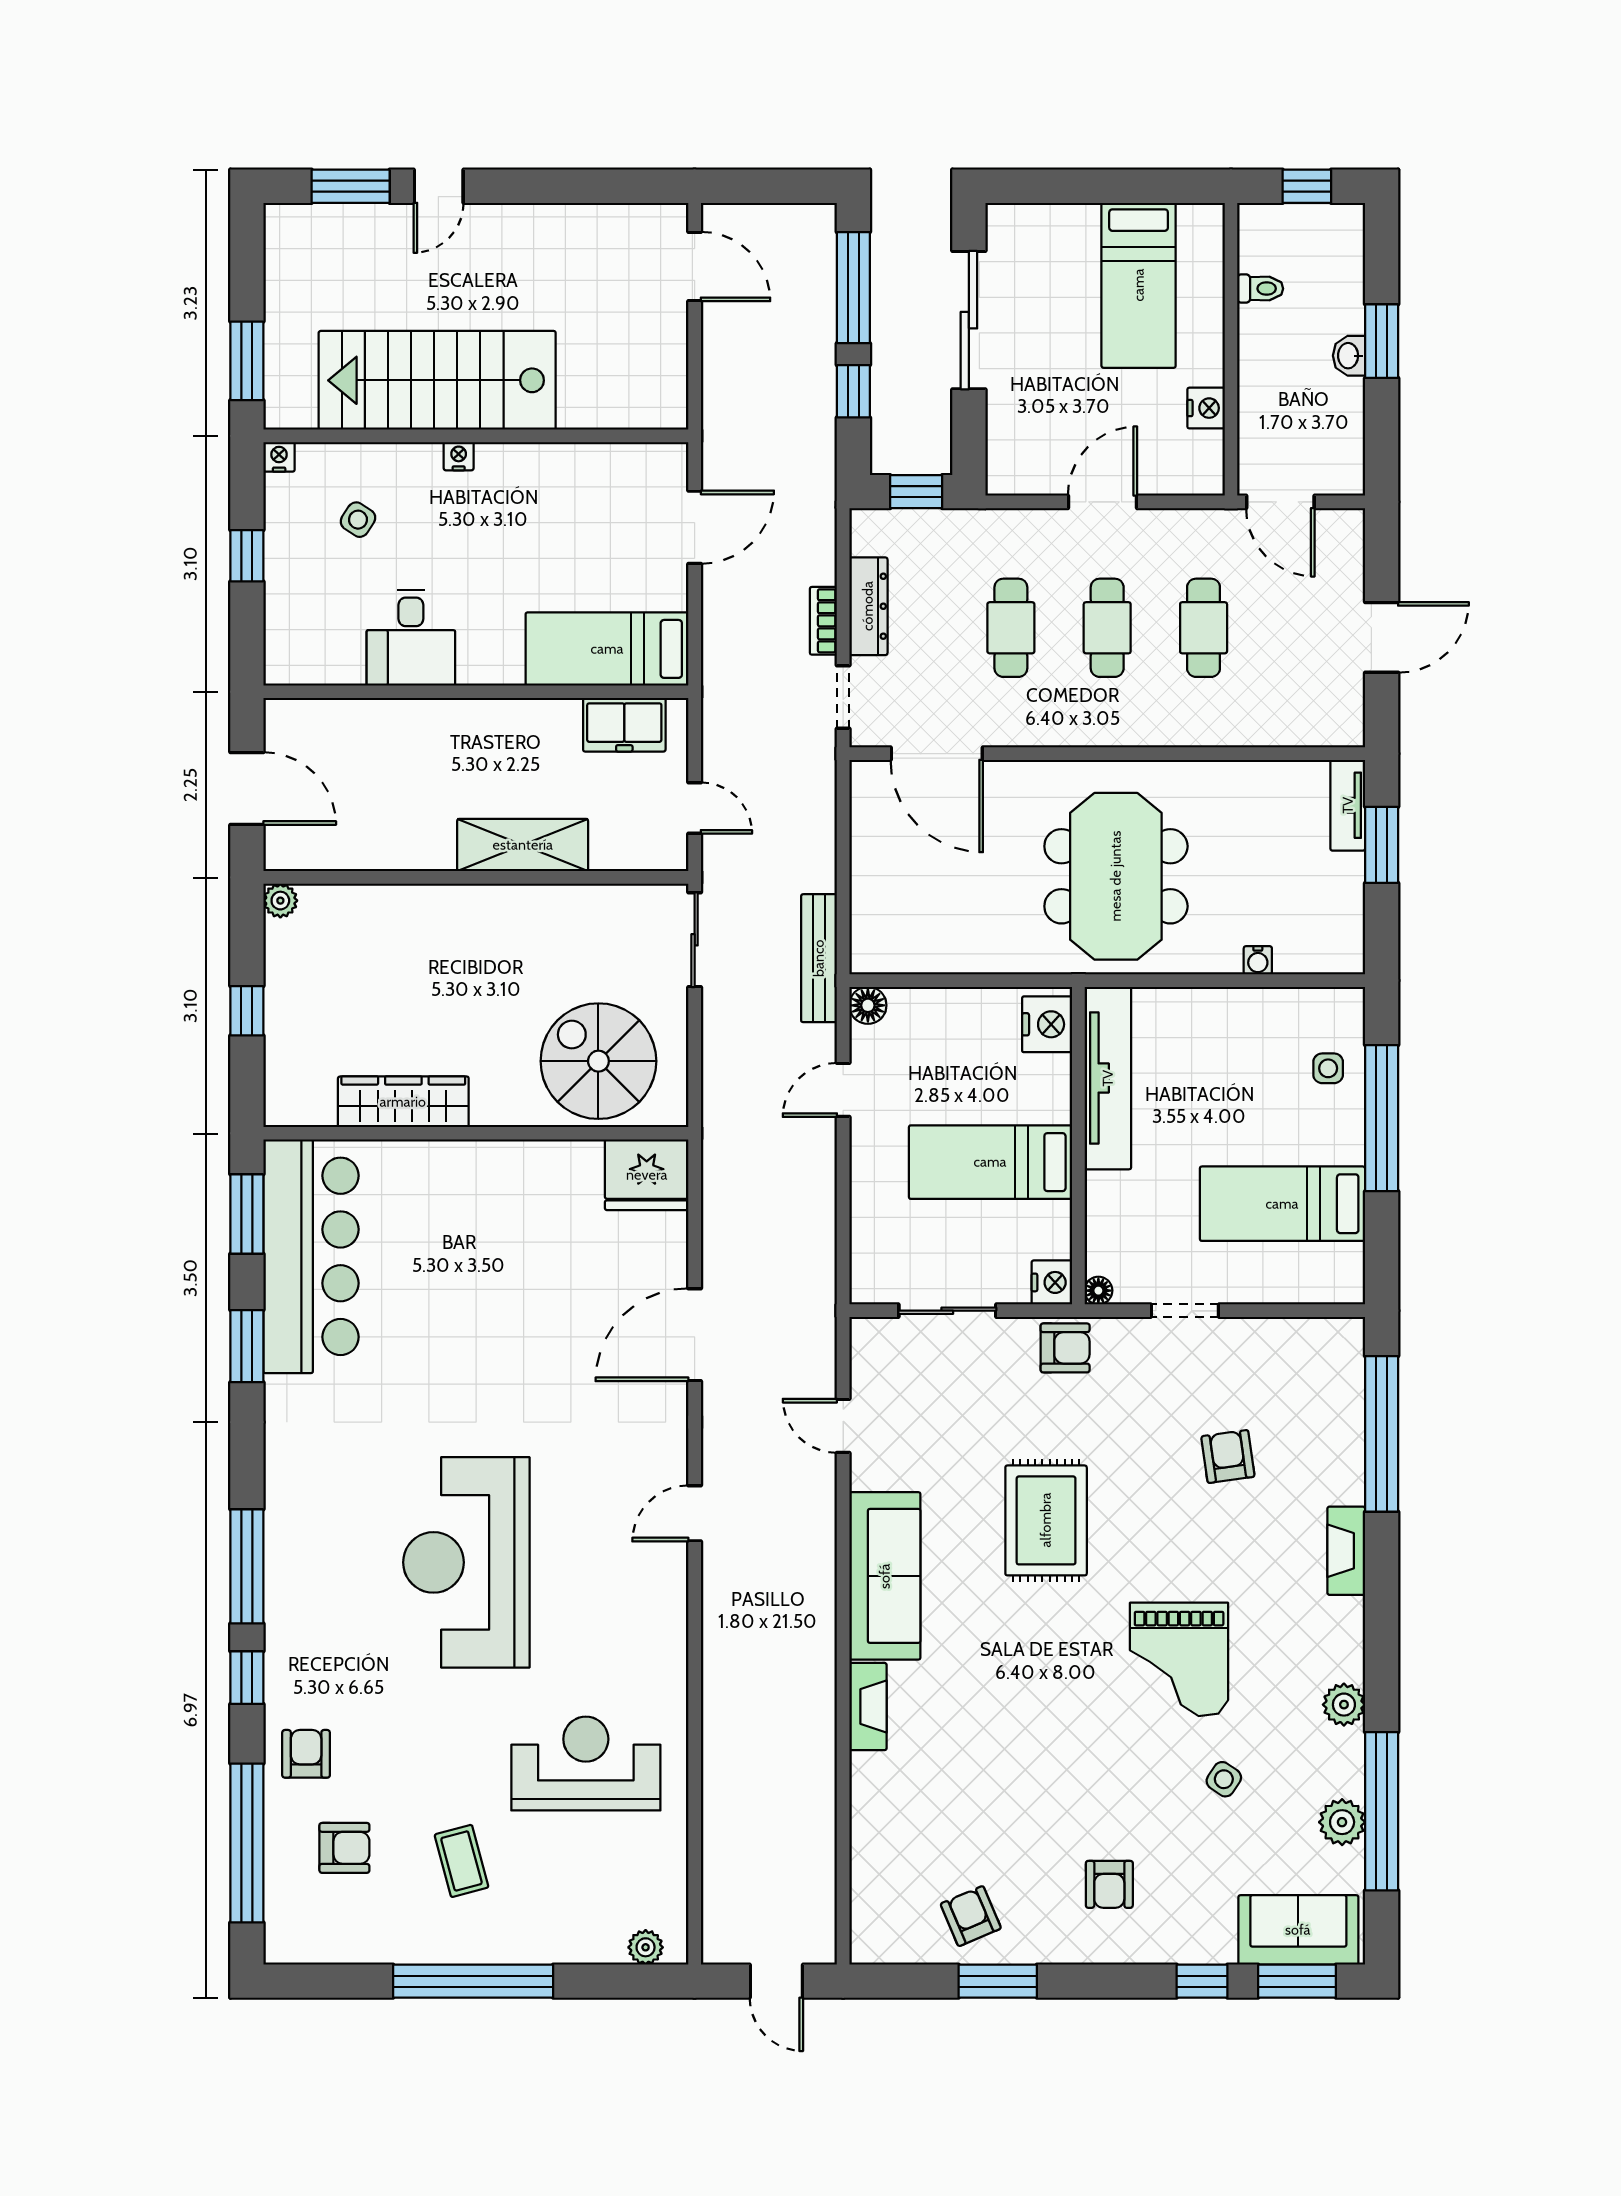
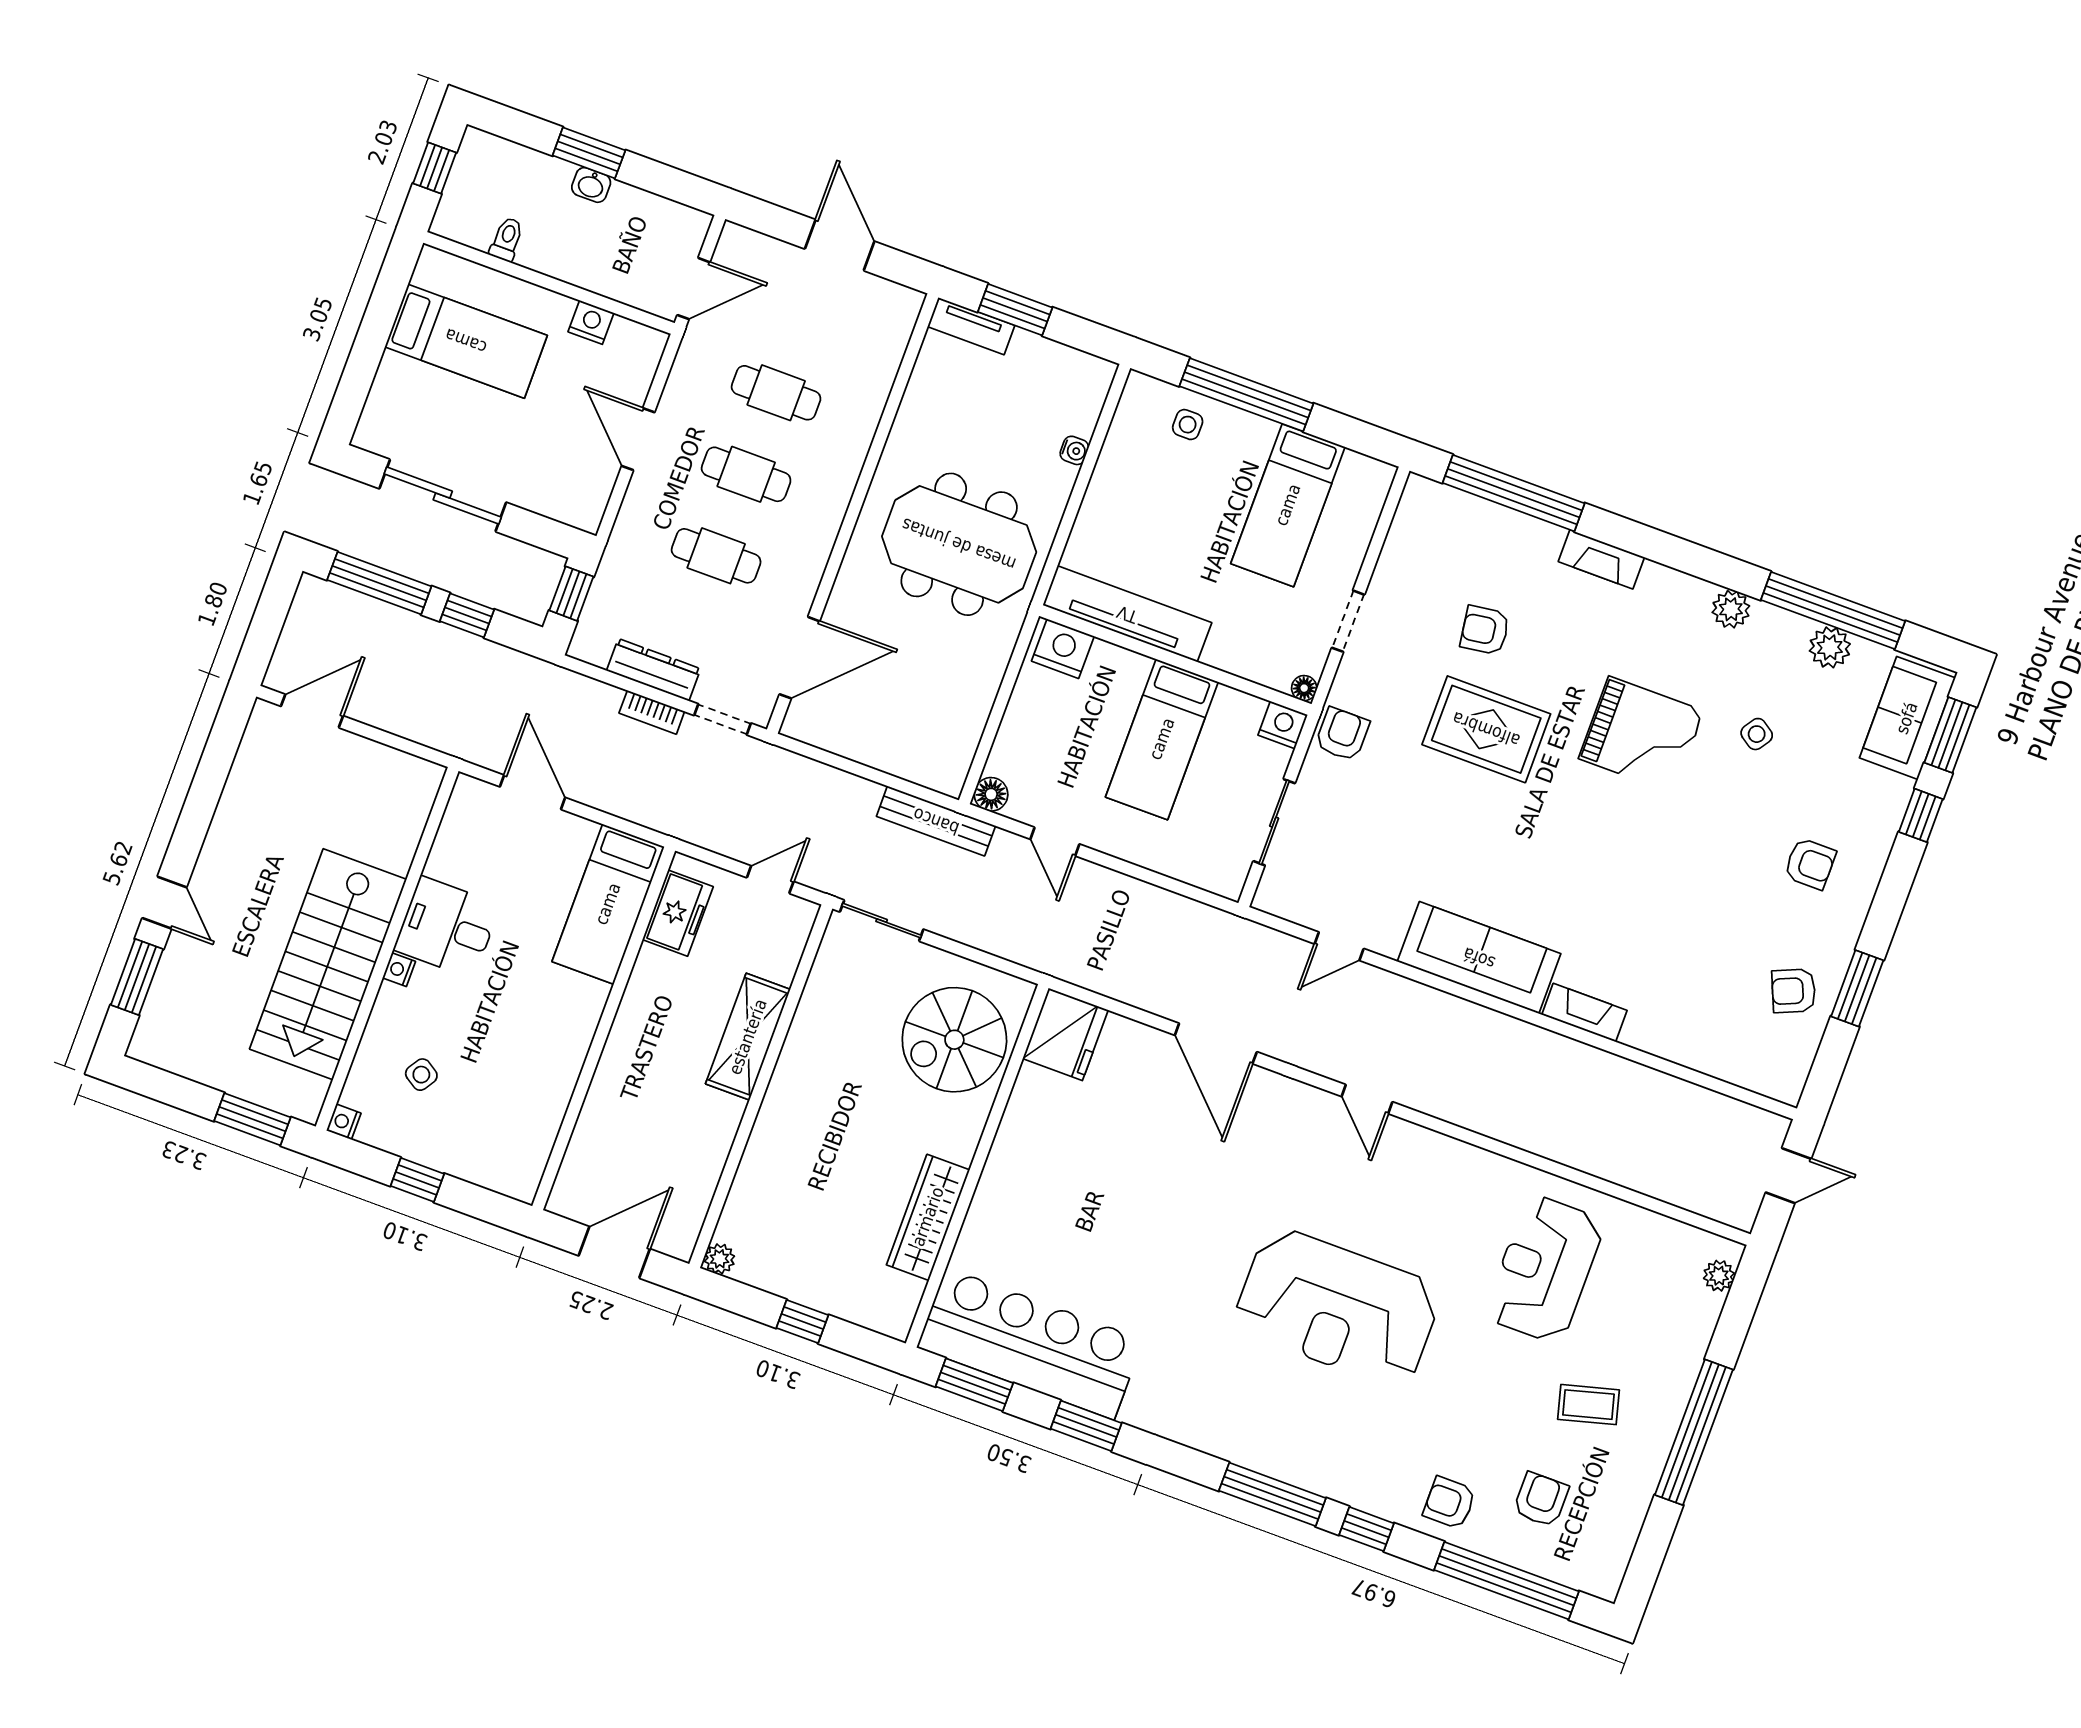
desk: (411, 638) -> (447, 927), moved, turned 180
rug: (1046, 1520) -> (1486, 729), moved

